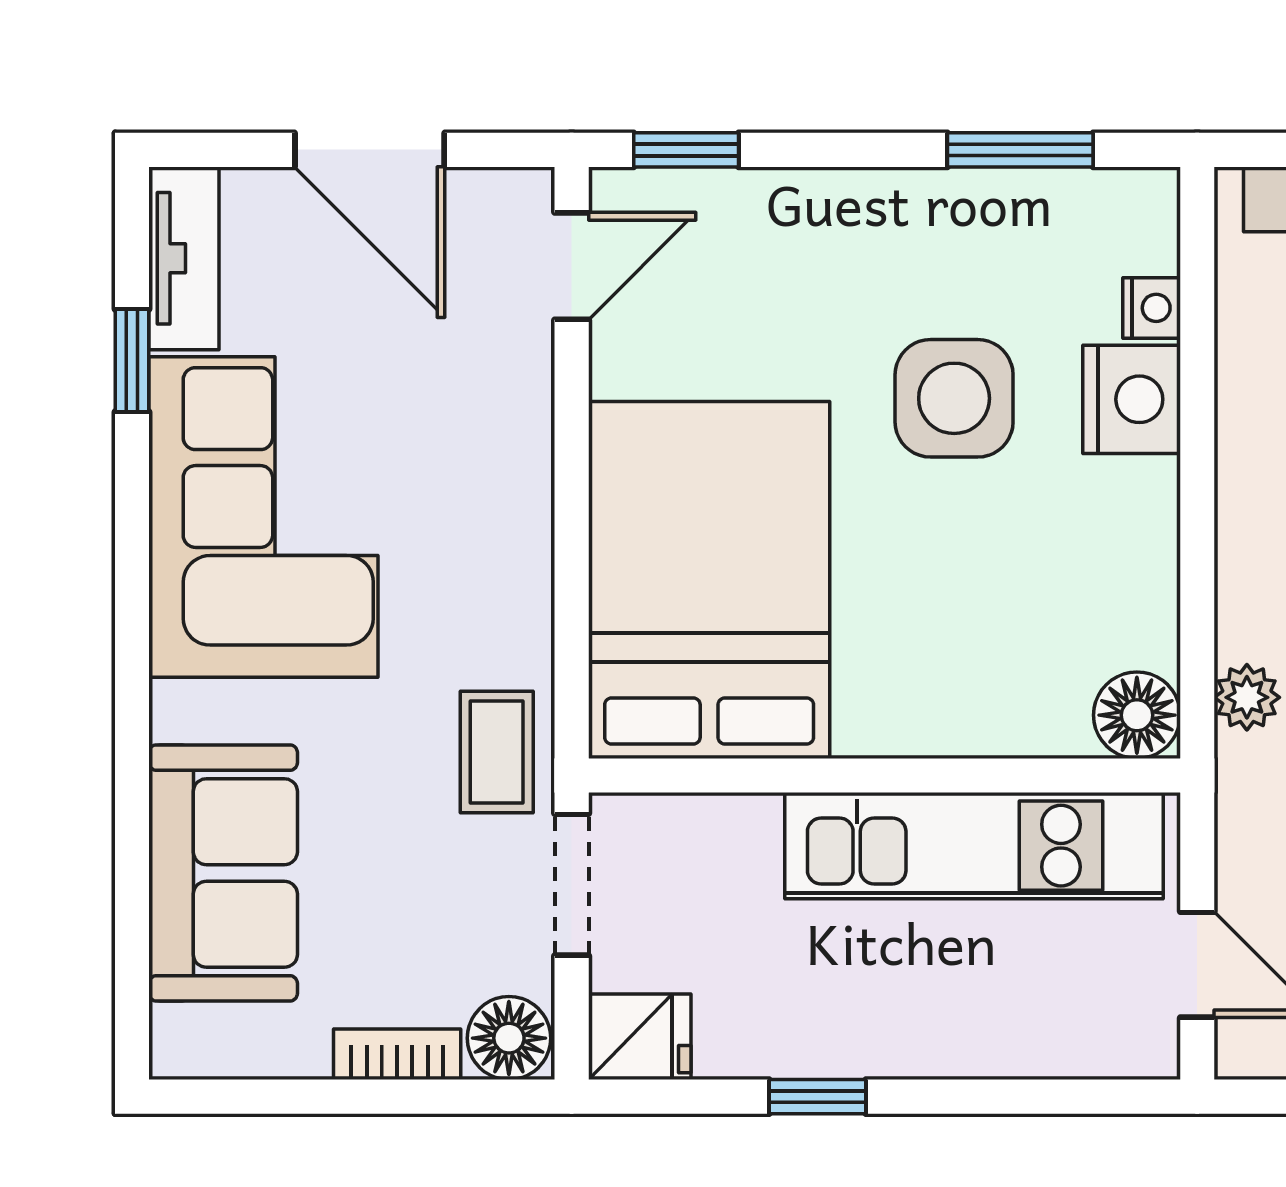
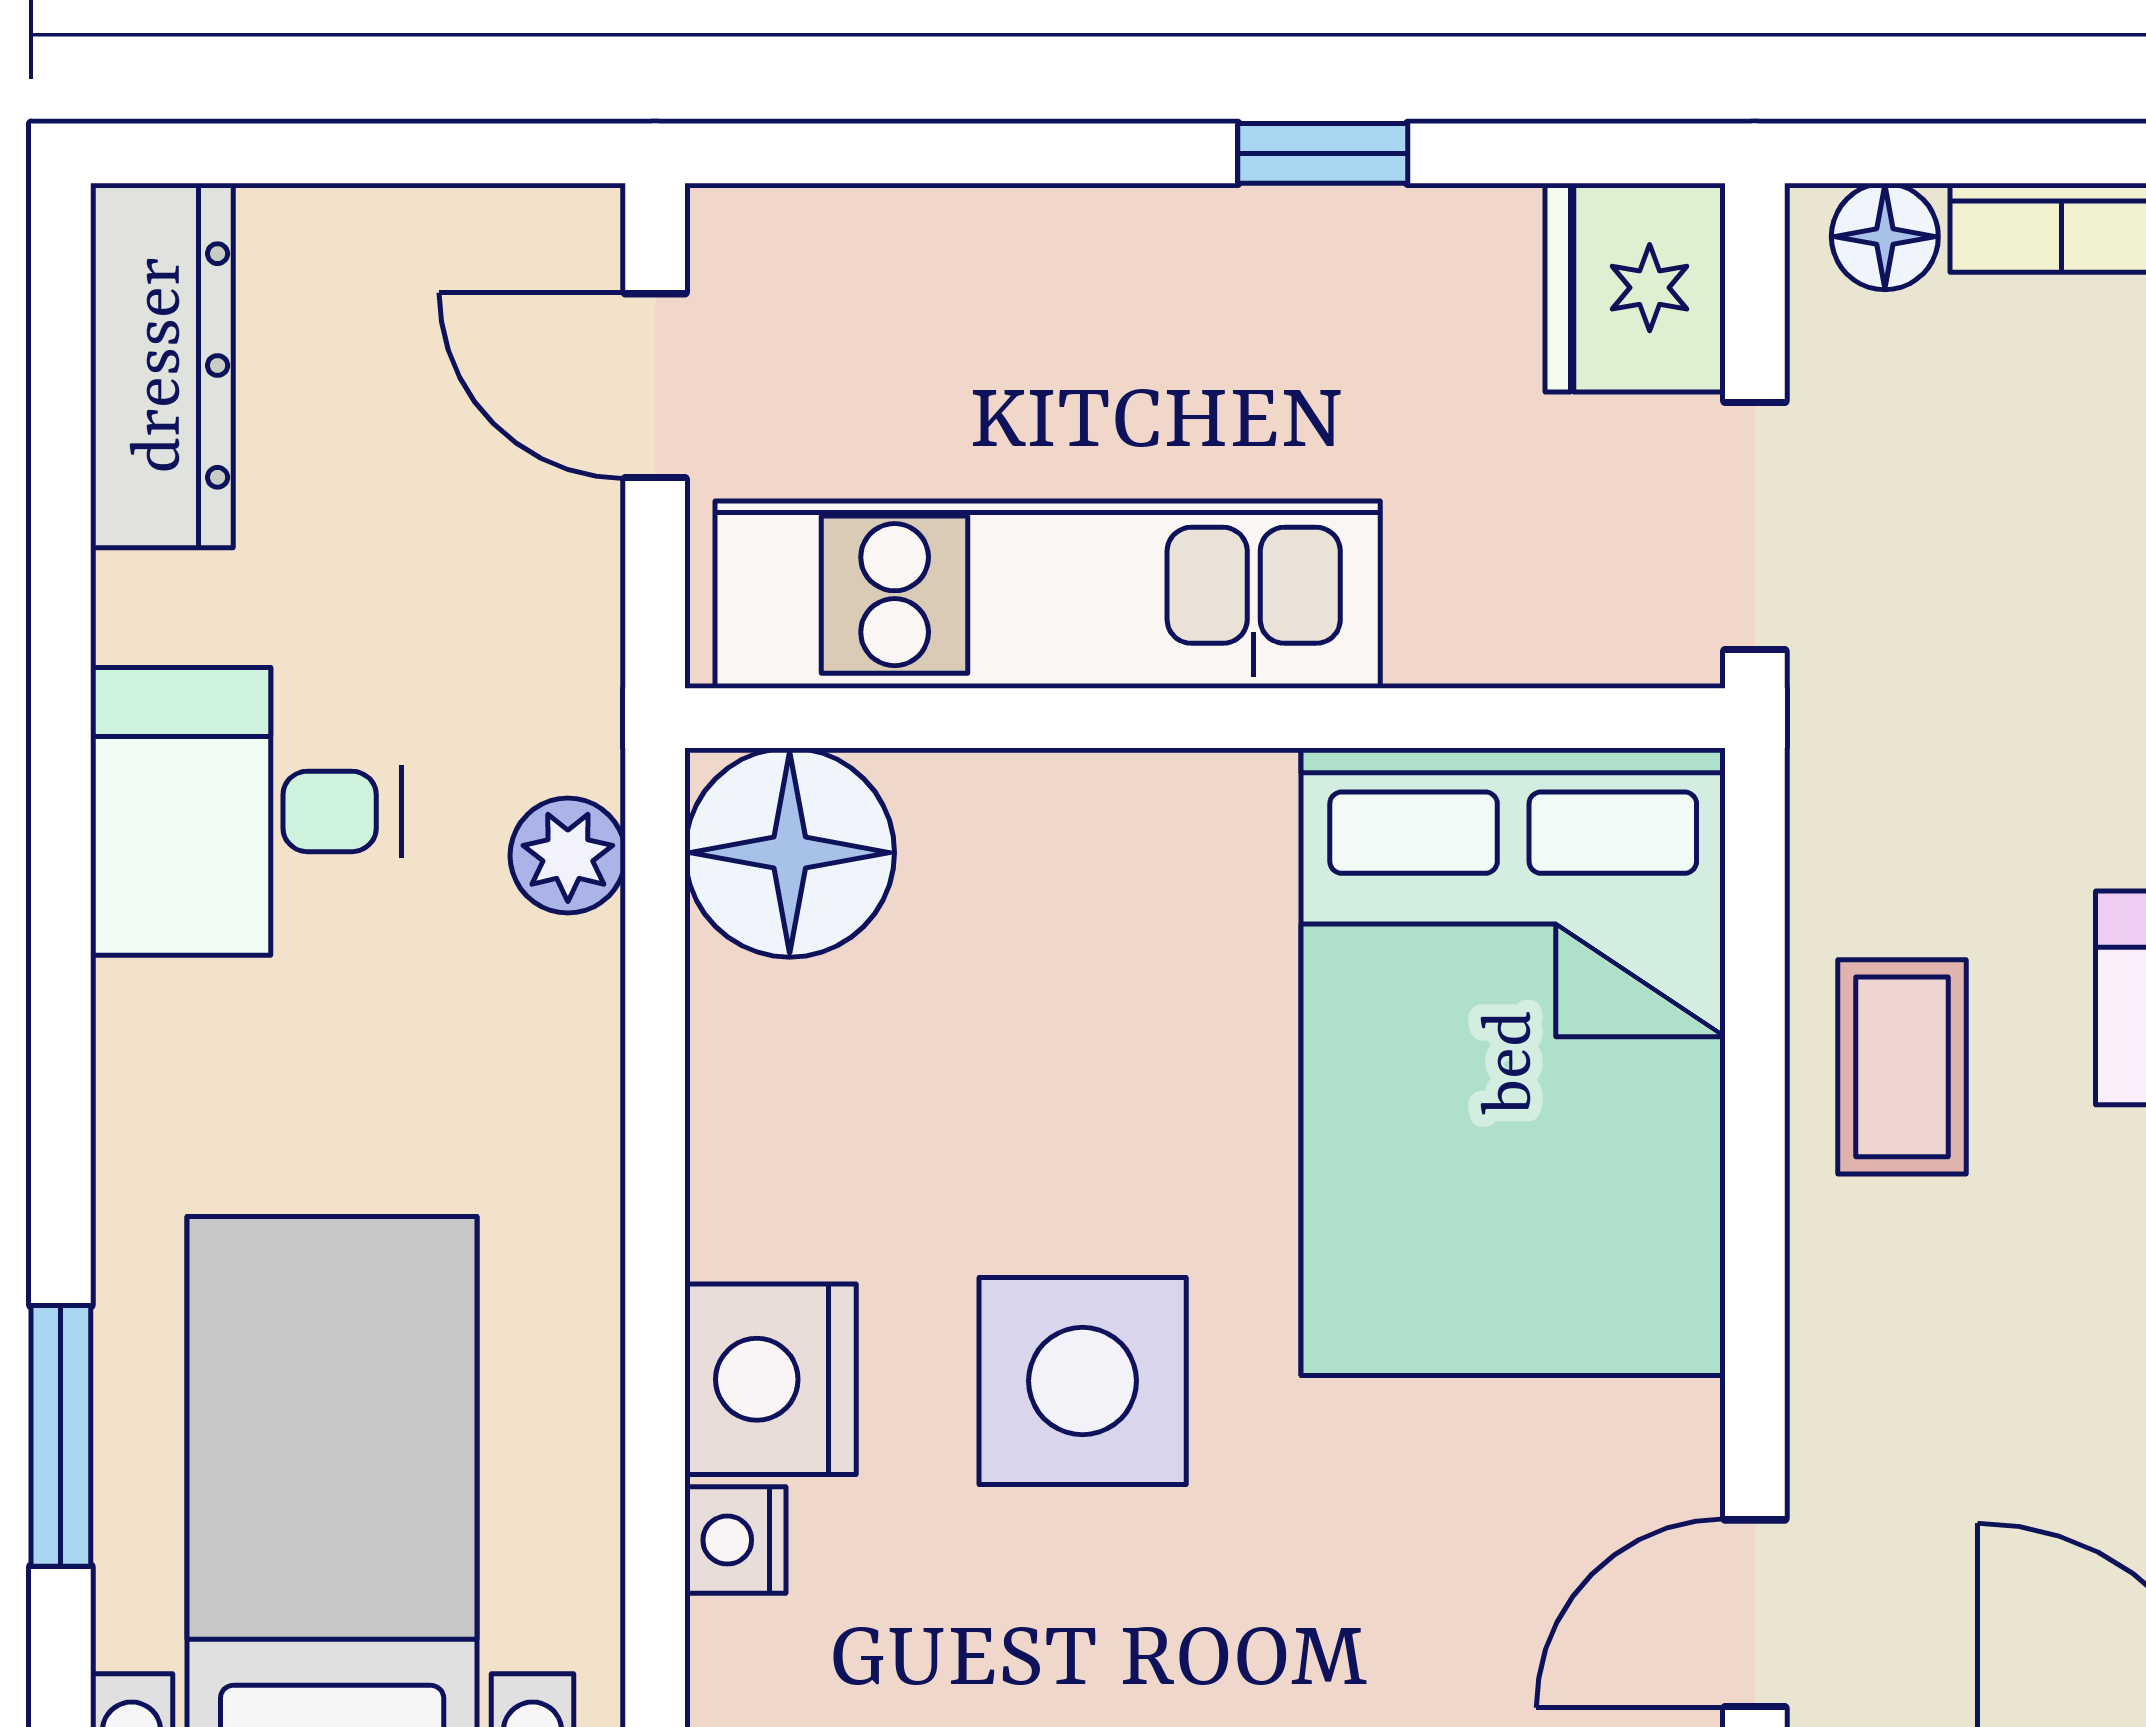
floor lamp: (1137, 715) -> (790, 853), width x1.38, depth x1.38
coffee table: (497, 752) -> (1902, 1067), moved
fridge: (640, 1037) -> (1635, 288), width x1.38
floor lamp: (509, 1038) -> (1885, 237), width x0.73, depth x0.73

